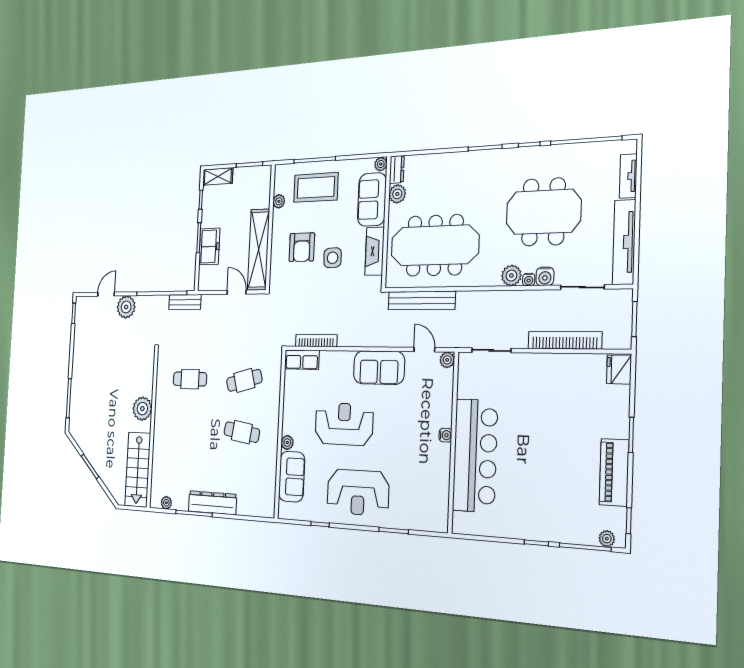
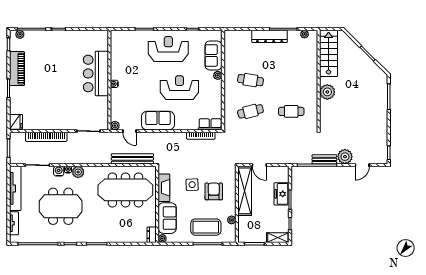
plant: (397, 194) -> (151, 220), removed
bench: (185, 302) -> (324, 159), moved
reception desk: (344, 424) -> (179, 88), turned 180
bar counter: (475, 456) -> (96, 73), width x0.73

